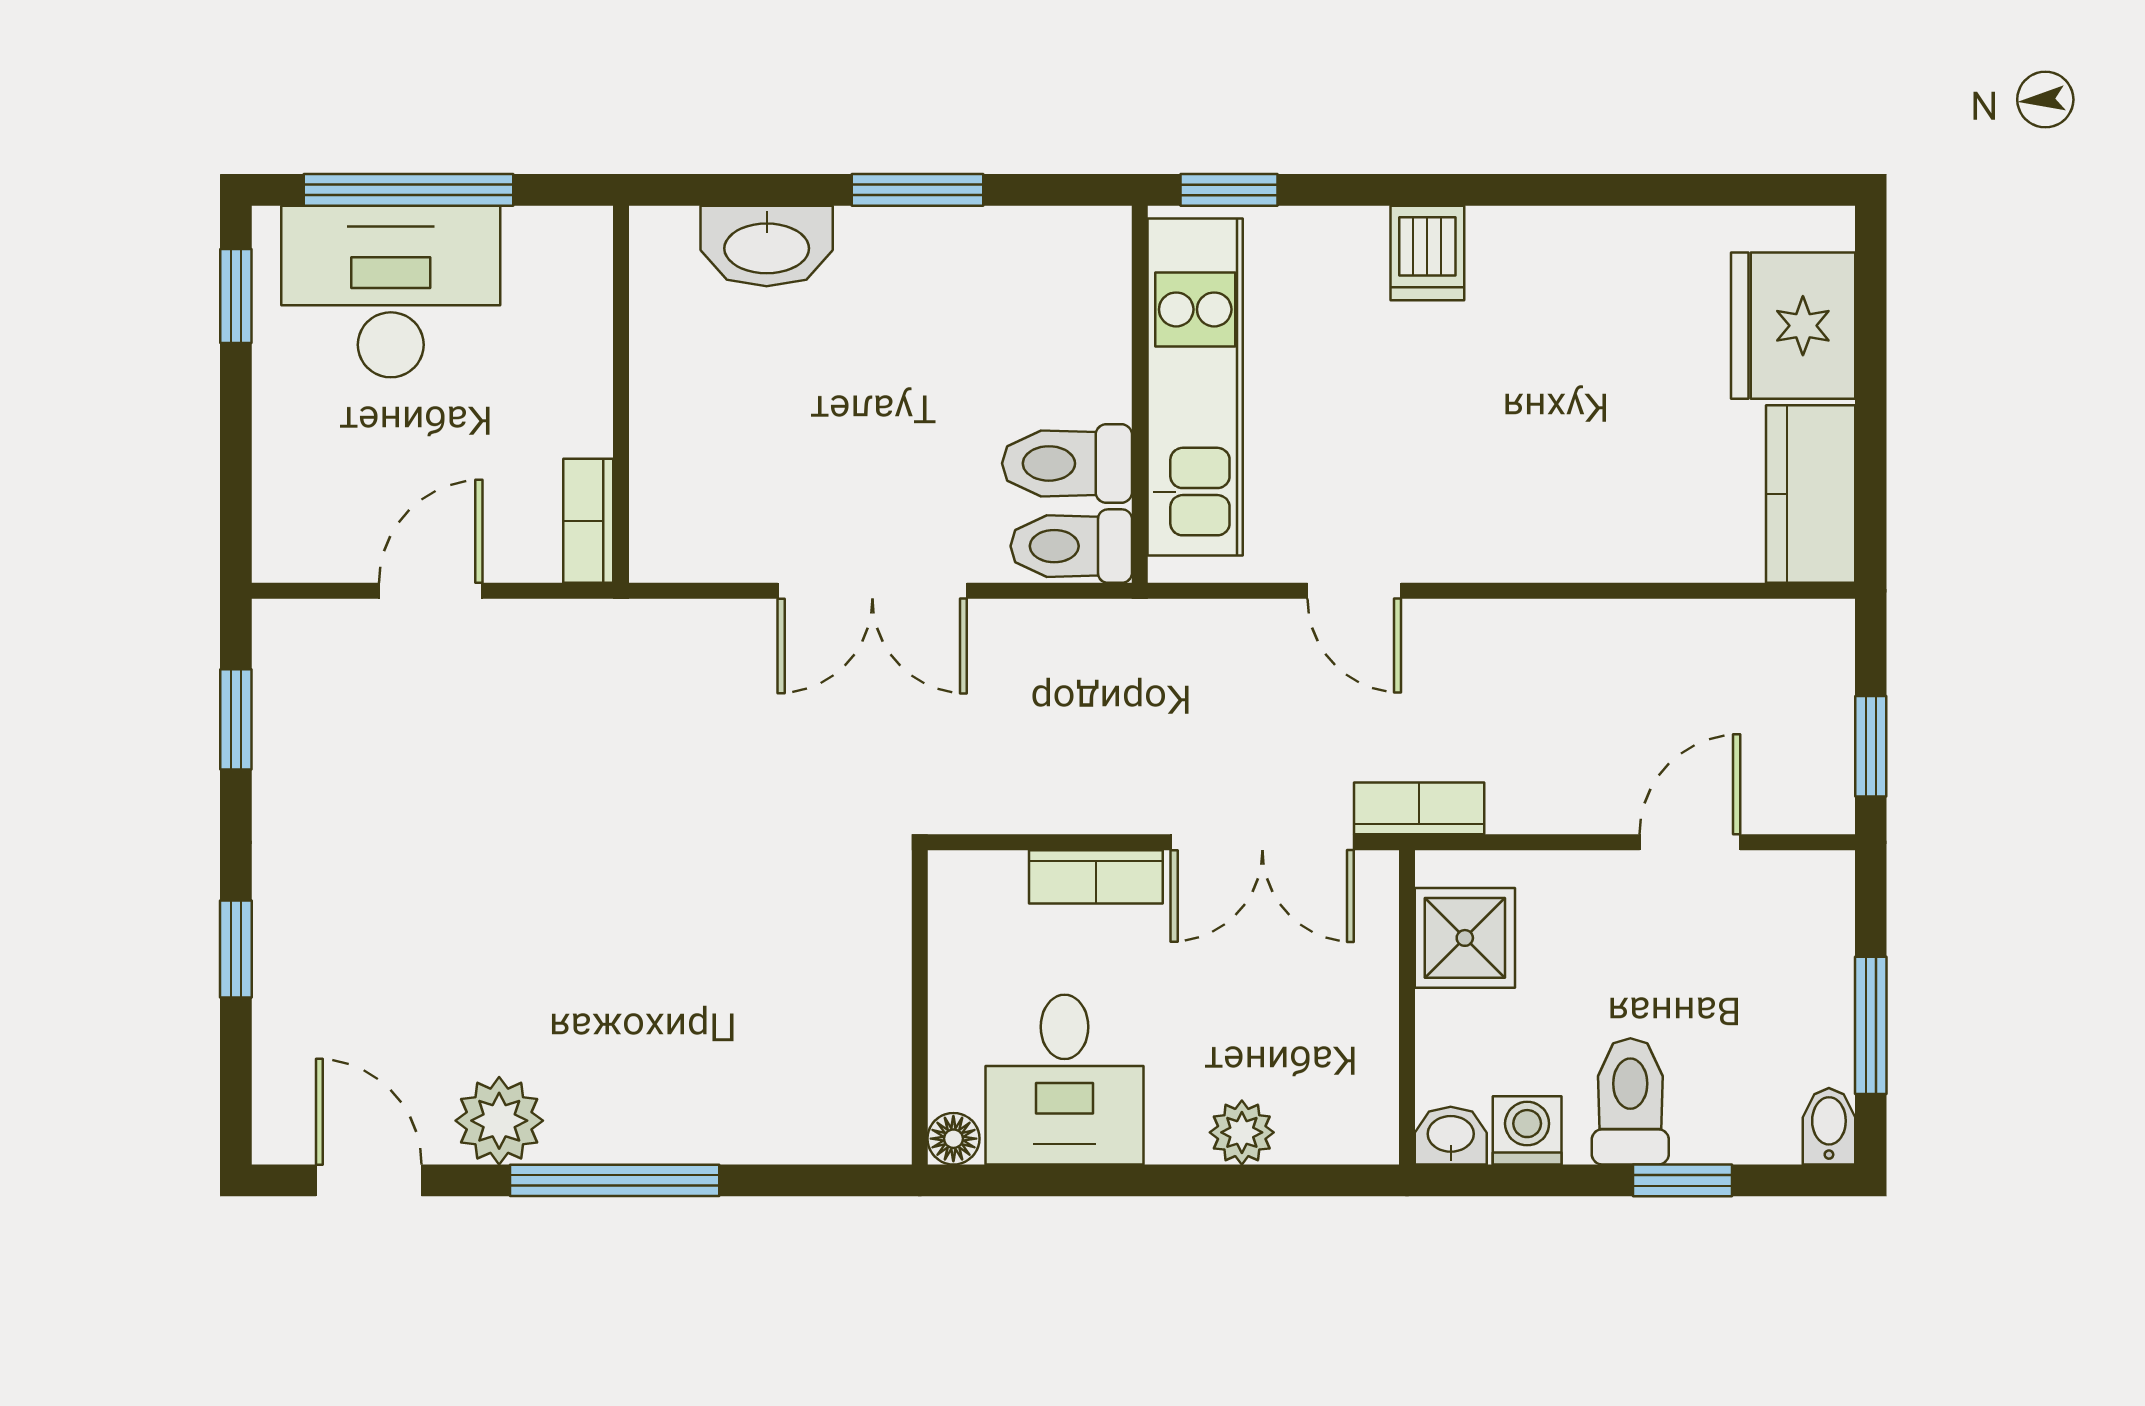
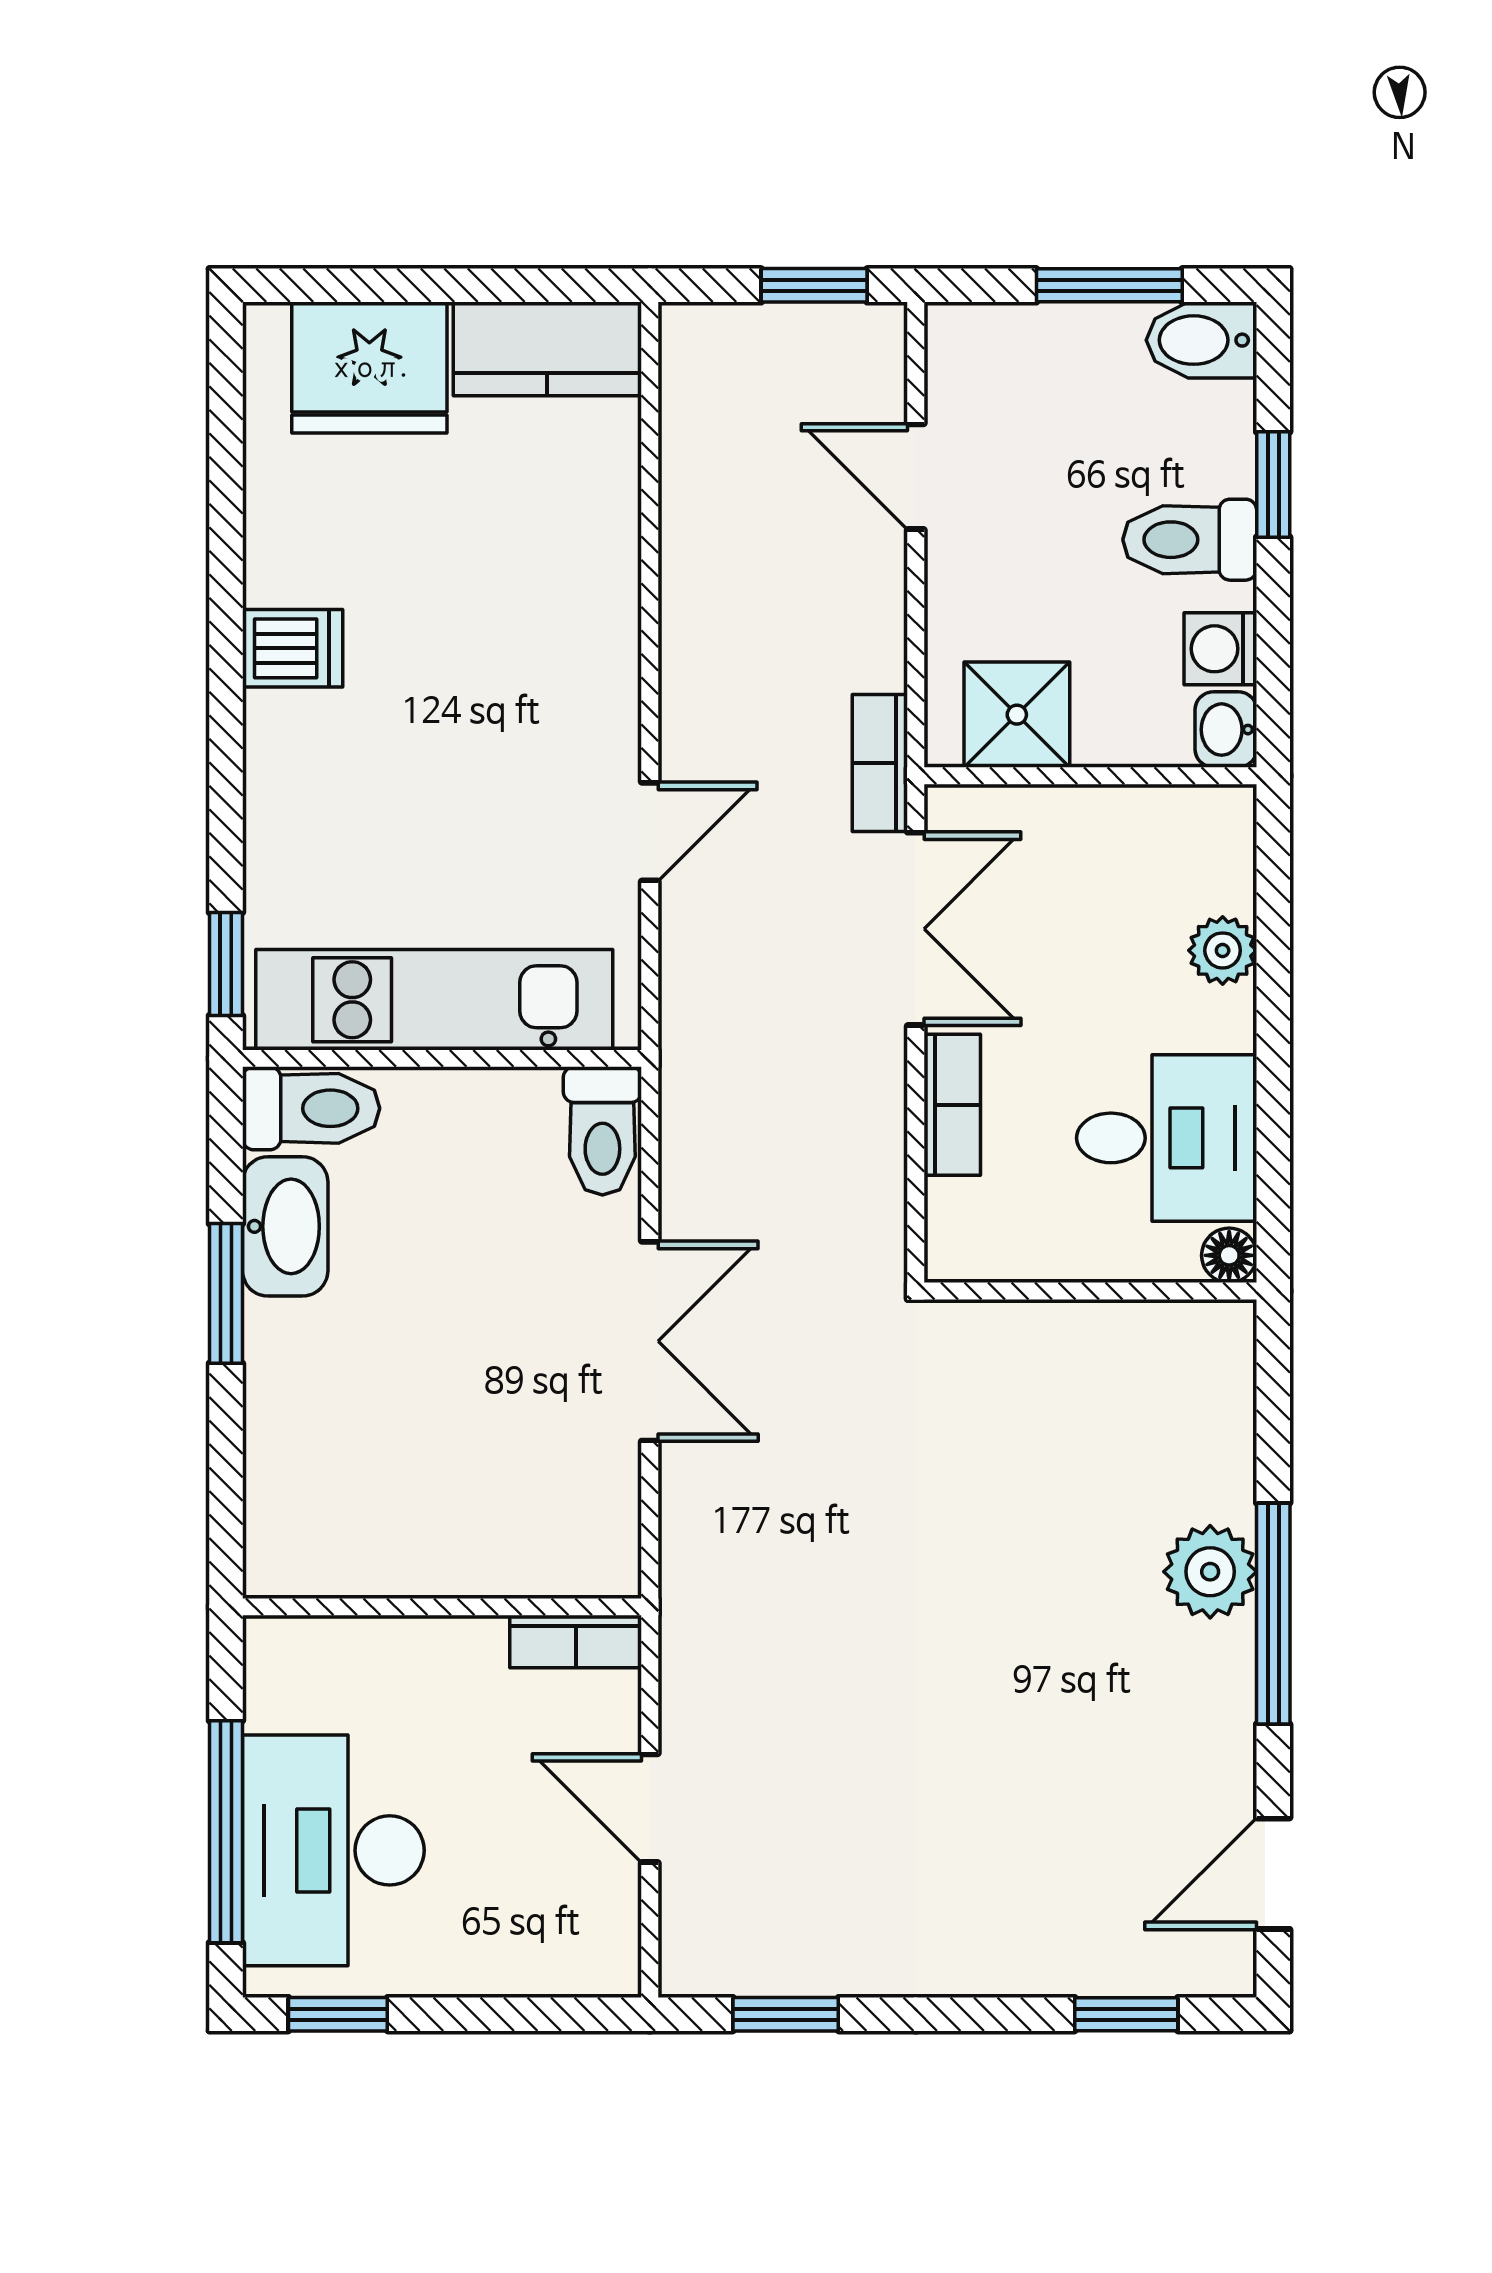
washbasin: (767, 246) -> (285, 1226), moved
dishwasher: (1427, 253) -> (293, 648), moved
toilet: (1067, 463) -> (311, 1108), moved, turned -90
window: (236, 949) -> (1126, 2014), moved
plant: (499, 1121) -> (1210, 1572), moved
bidet: (1829, 1126) -> (1201, 340), width x1.38, depth x1.36

